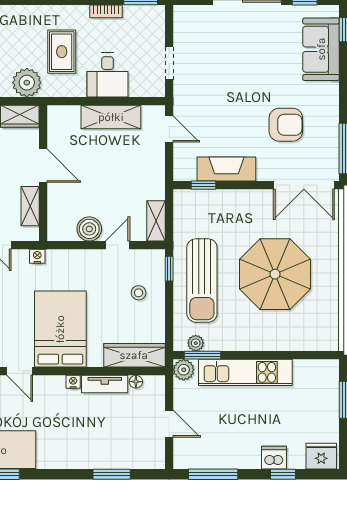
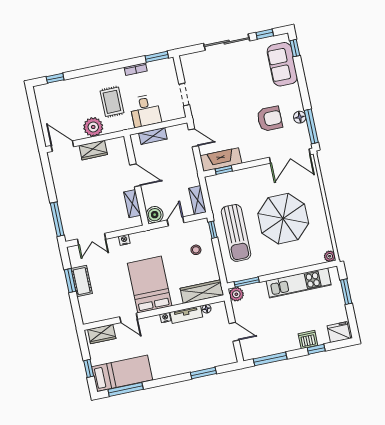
shelving: (111, 117) -> (153, 136), width x0.67, depth x0.75
floor lamp: (330, 132) -> (300, 117), added
door: (43, 166) -> (135, 175), moved
fireplace: (226, 169) -> (221, 160), moved
wall: (43, 173) -> (136, 180), moved
shelving: (30, 206) -> (132, 204), moved
plant: (196, 343) -> (330, 256), moved
kitchen unit: (245, 372) -> (299, 283), moved

